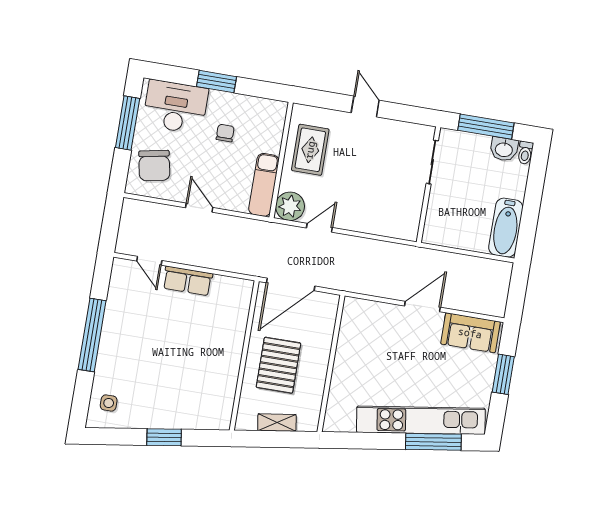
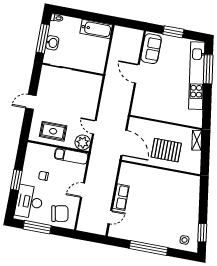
washbasin: (504, 149) -> (52, 43), moved
shelving: (277, 423) -> (197, 140), moved
window: (164, 437) -> (202, 233), moved

